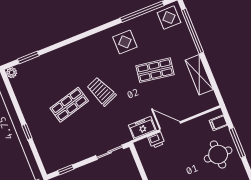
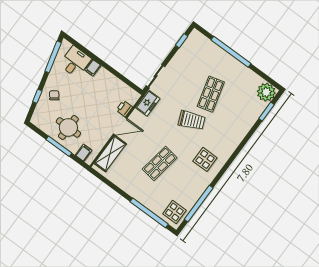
display table: (125, 42) -> (205, 159), moved
plant: (12, 73) -> (266, 92), width x1.87, depth x1.87
shelving: (199, 75) -> (110, 154), moved, turned 90
freezer: (142, 128) -> (148, 103), moved
window: (27, 132) -> (231, 52), width x3.17

